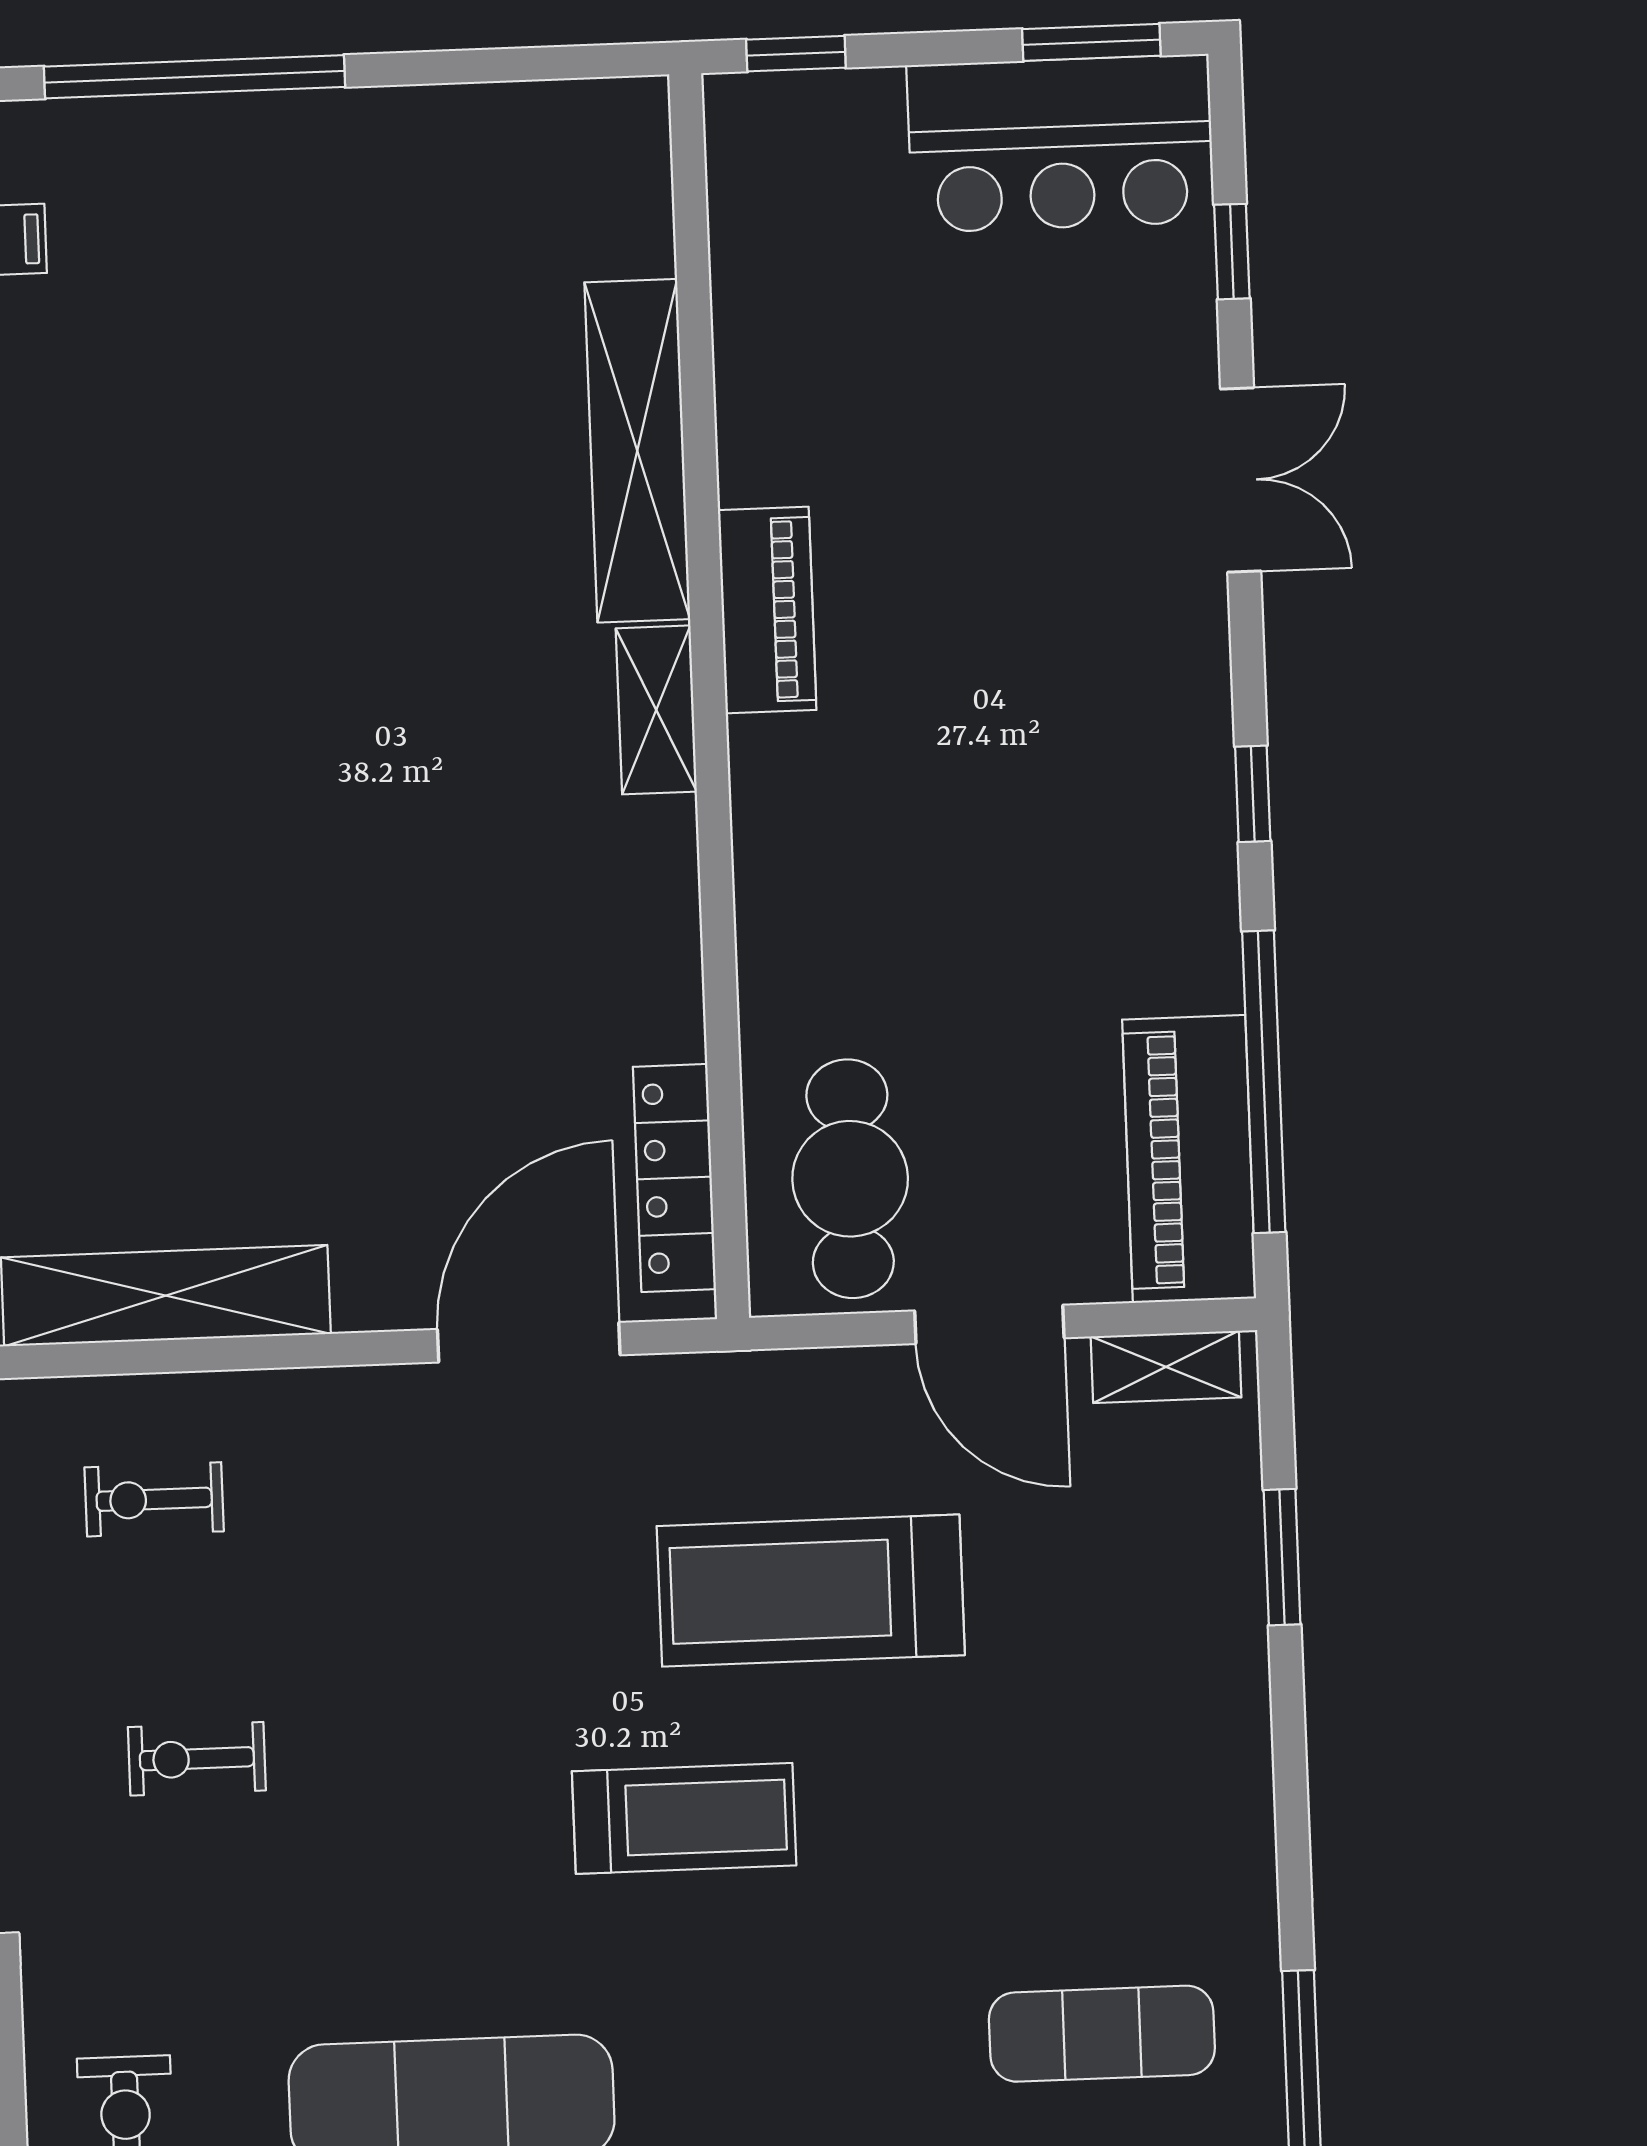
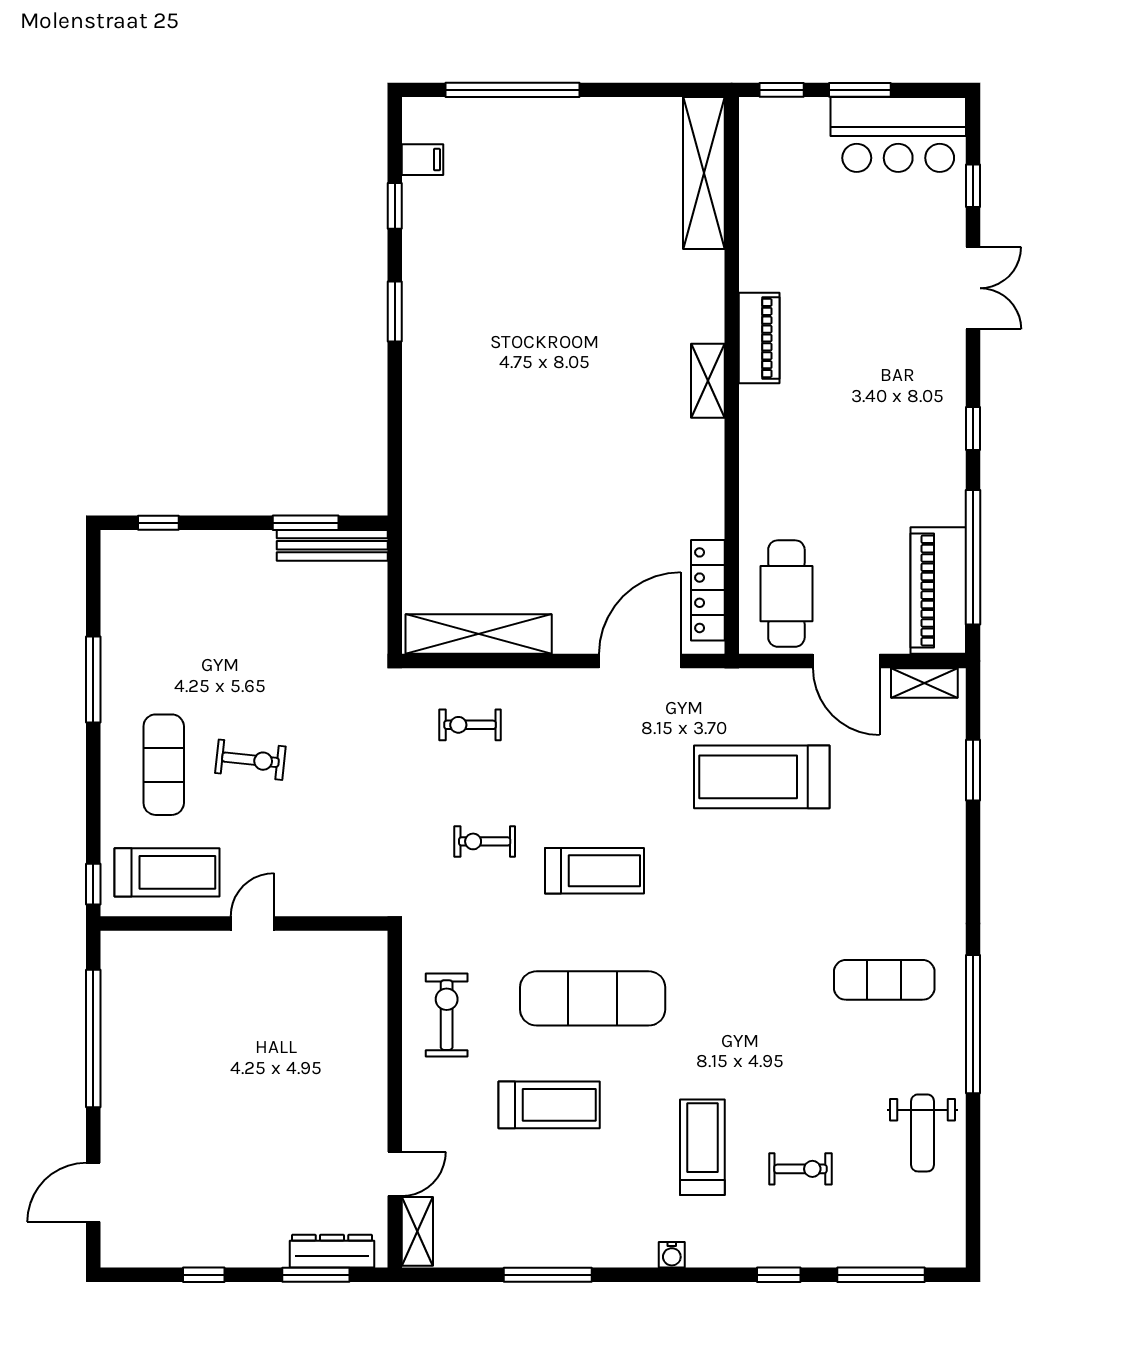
window: (1091, 42) -> (860, 90), moved
shelving: (637, 451) -> (704, 173), moved
treadmill: (684, 1818) -> (595, 871), moved

